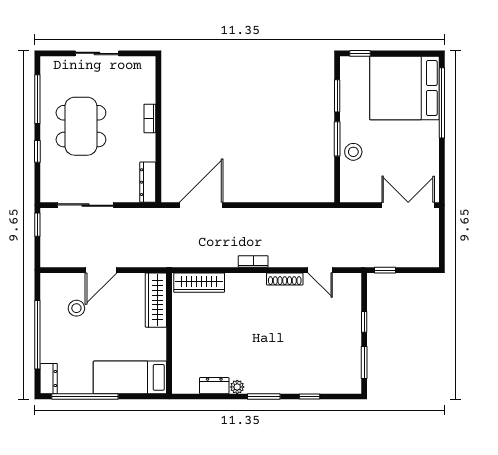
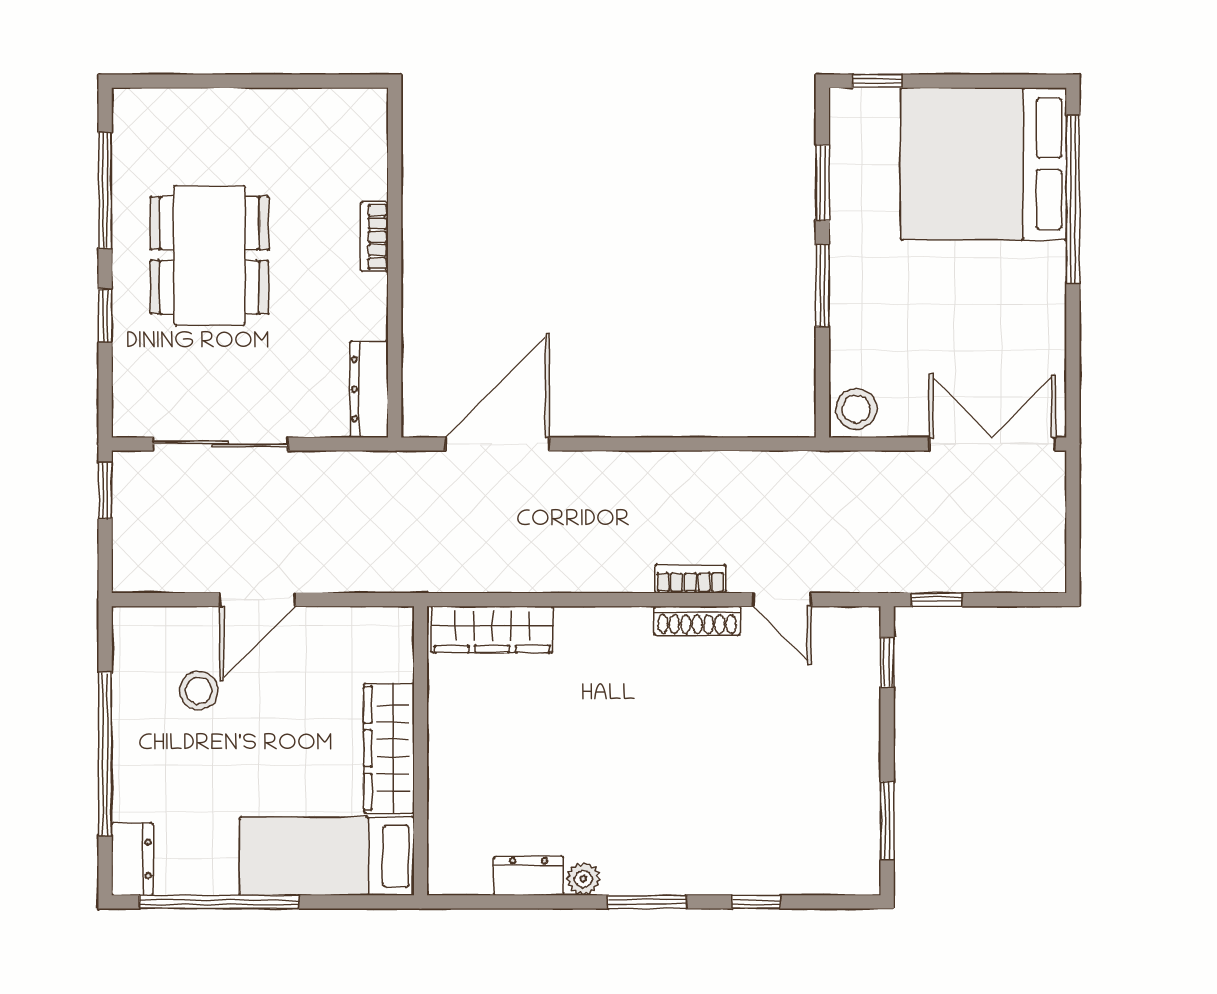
sliding door: (97, 53) -> (248, 81), removed
stool: (353, 152) -> (856, 409), moved
bookcase: (253, 261) -> (690, 579), moved
wardrobe: (156, 300) -> (389, 748), moved
window: (364, 322) -> (887, 662), moved

